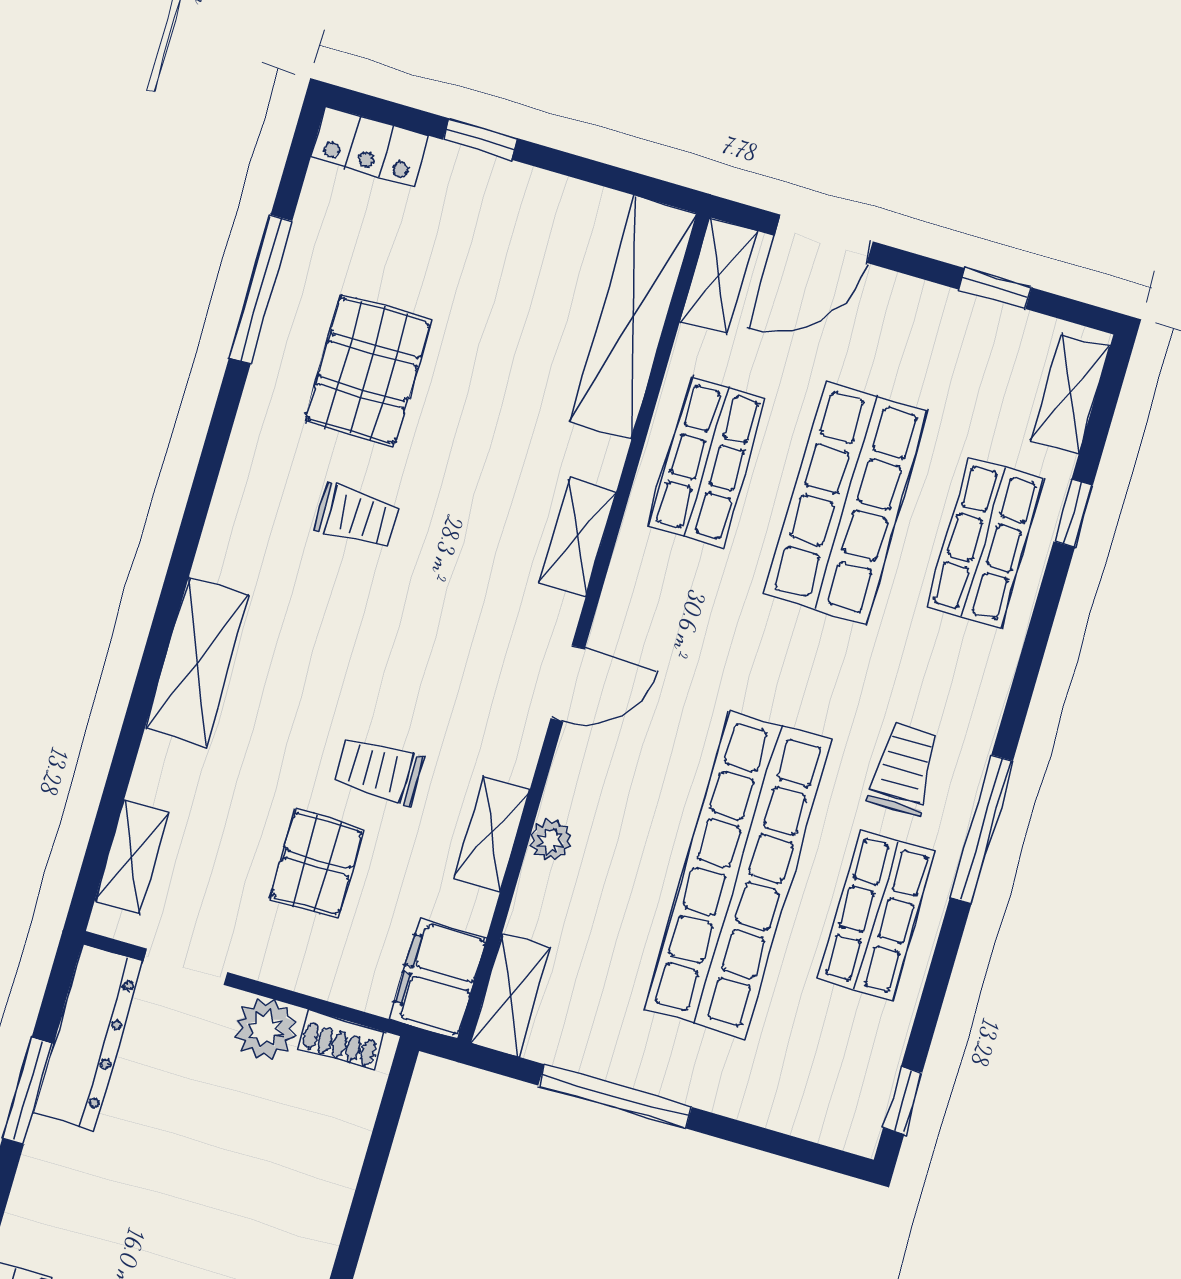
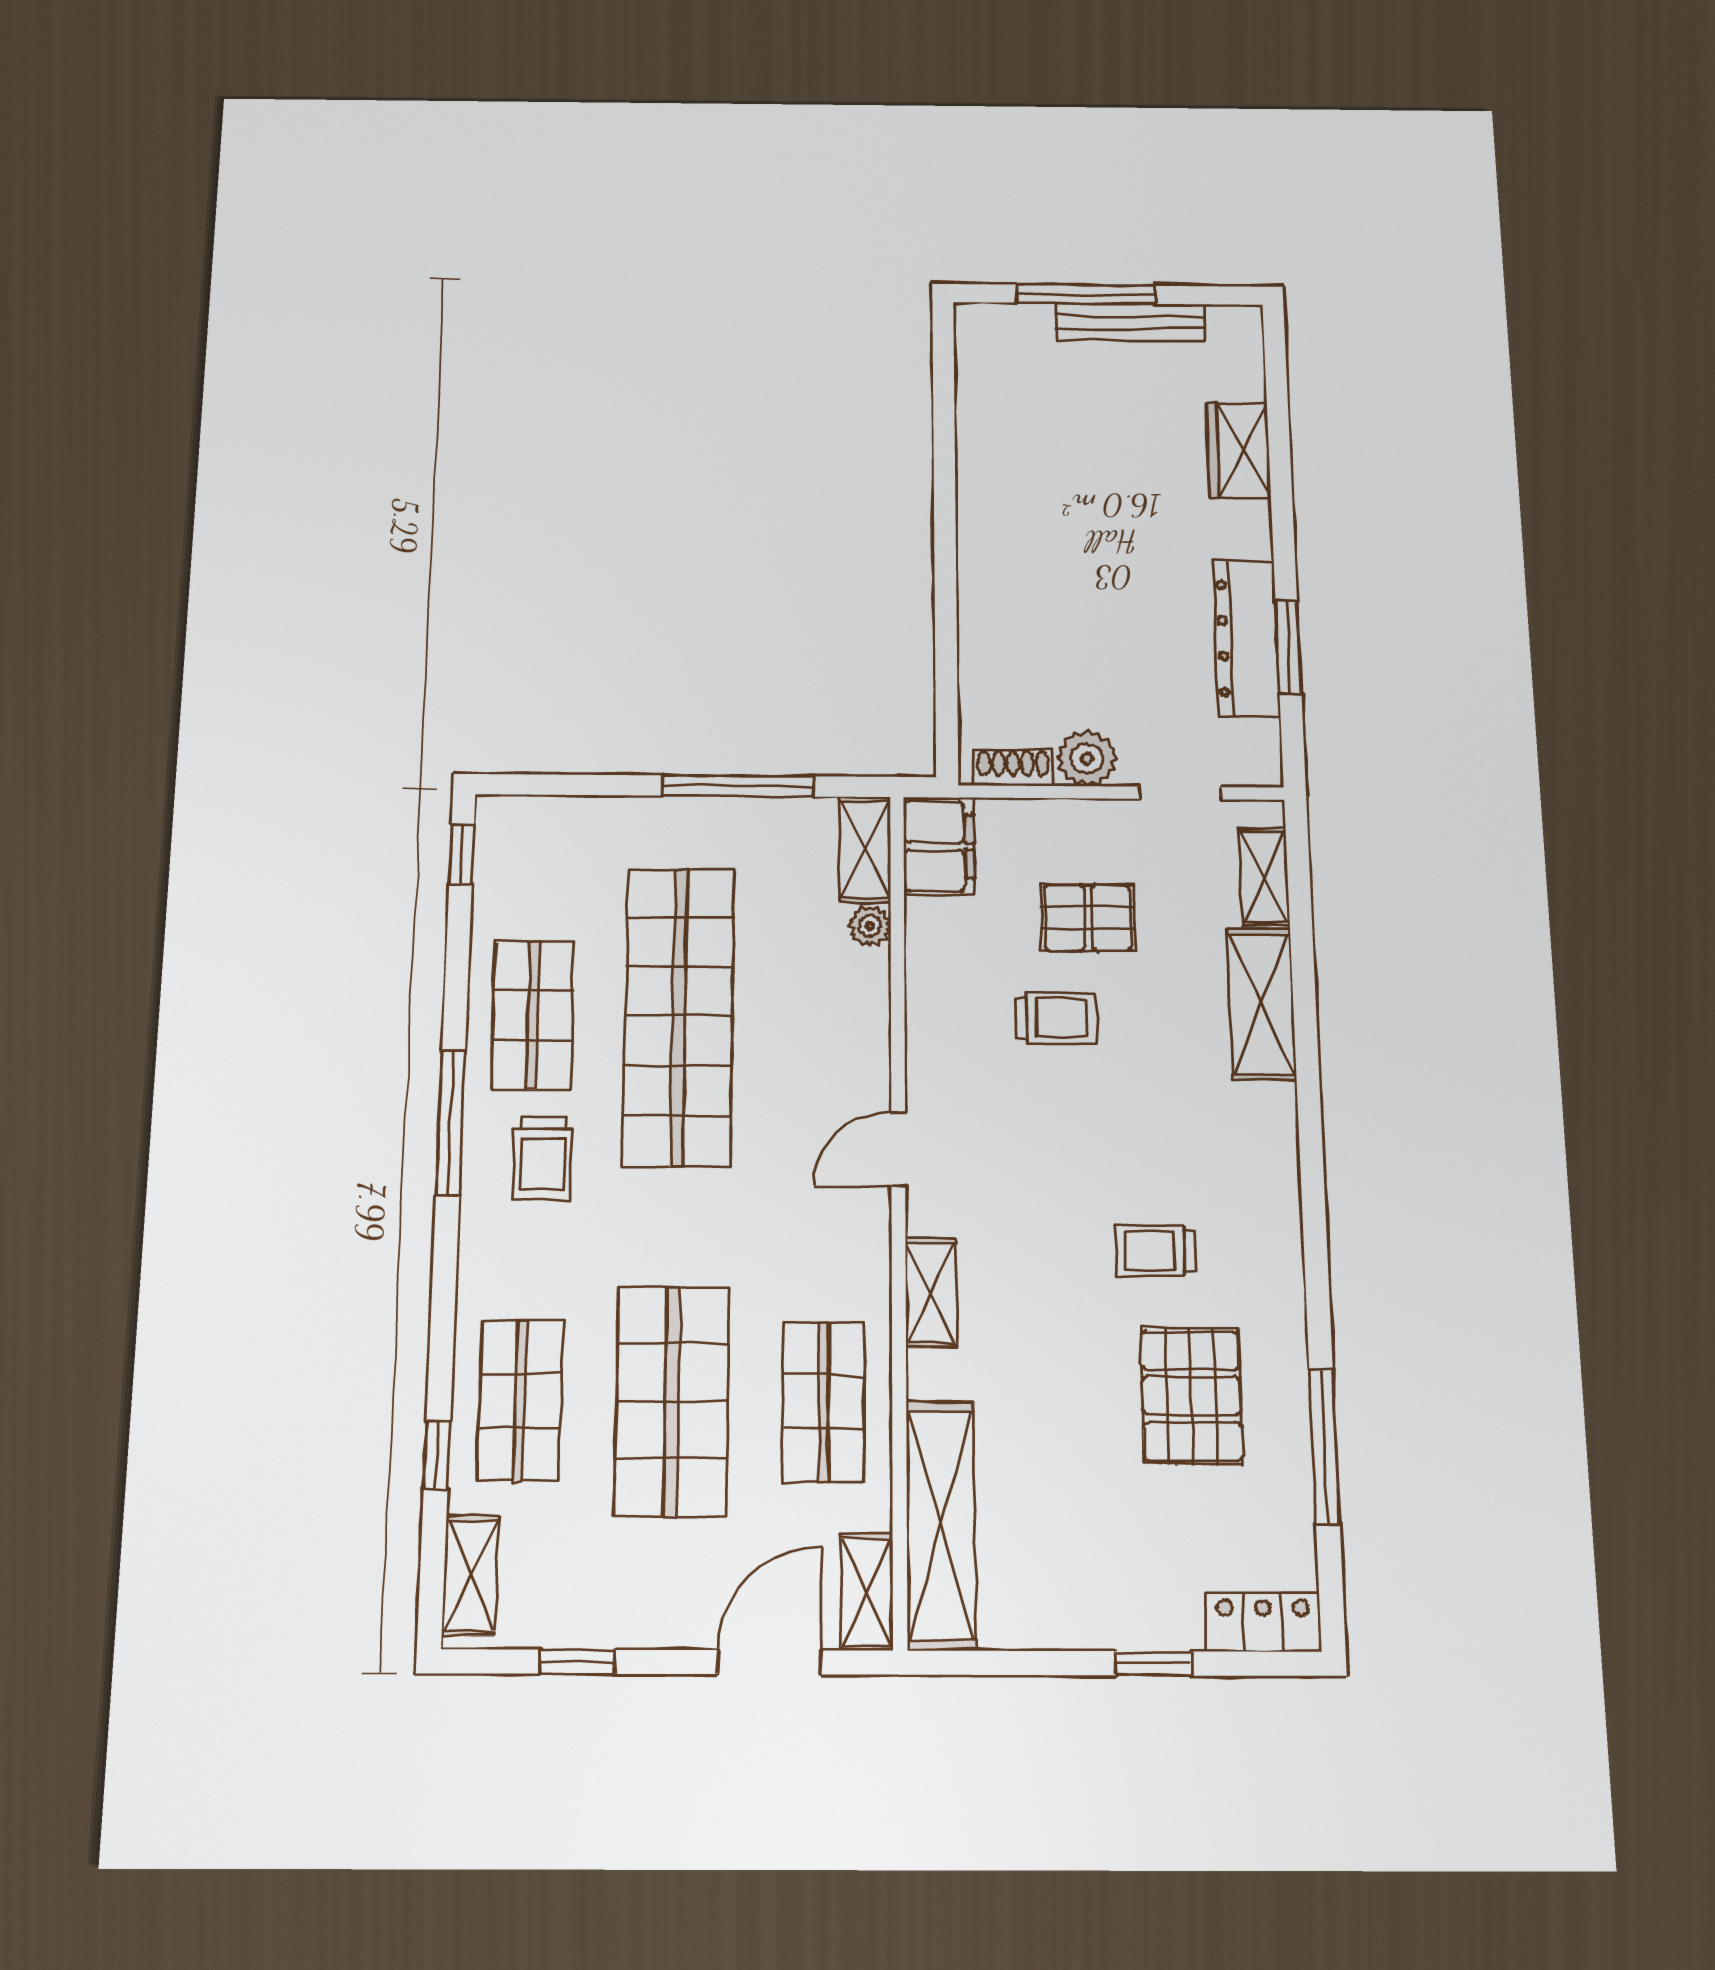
shelving: (197, 661) -> (1261, 1004), moved
shelving: (492, 833) -> (928, 990), removed
plant: (551, 840) -> (870, 926), moved
pallet: (317, 863) -> (1088, 918), turned 90
dresser: (88, 1038) -> (1247, 638), moved

